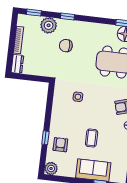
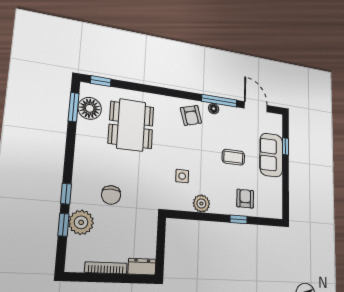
window: (34, 13) -> (63, 225), moved
armchair: (60, 145) -> (245, 199), turned 90
plant: (51, 168) -> (201, 204), moved

